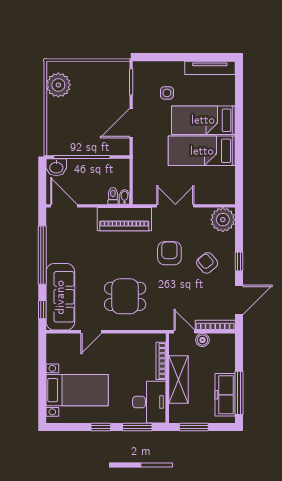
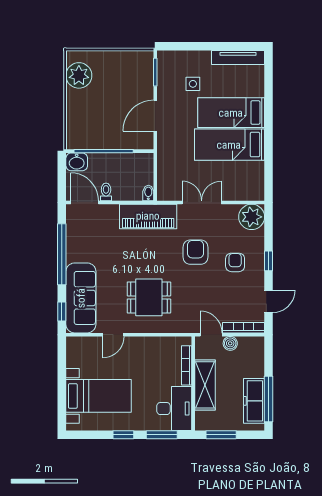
toilet: (113, 196) -> (106, 192), moved
armchair: (207, 263) -> (235, 262), turned 40
door: (239, 300) -> (269, 301), width x0.73

